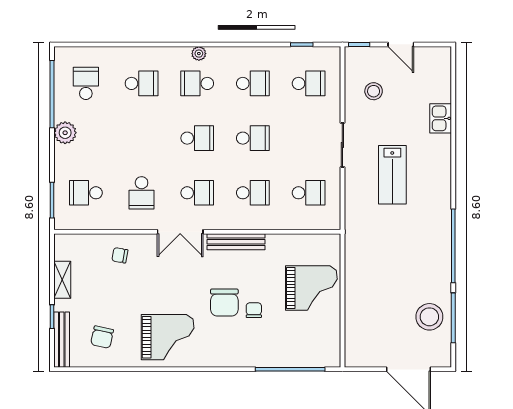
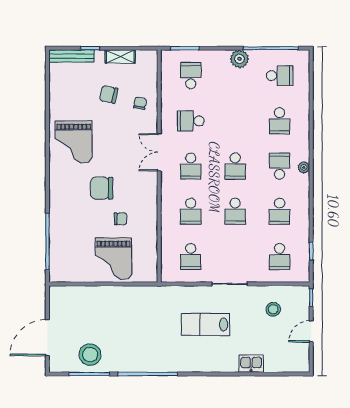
bench: (236, 242) -> (151, 198), removed
chair: (254, 310) -> (121, 219), moved
chair: (102, 337) -> (109, 94), moved

